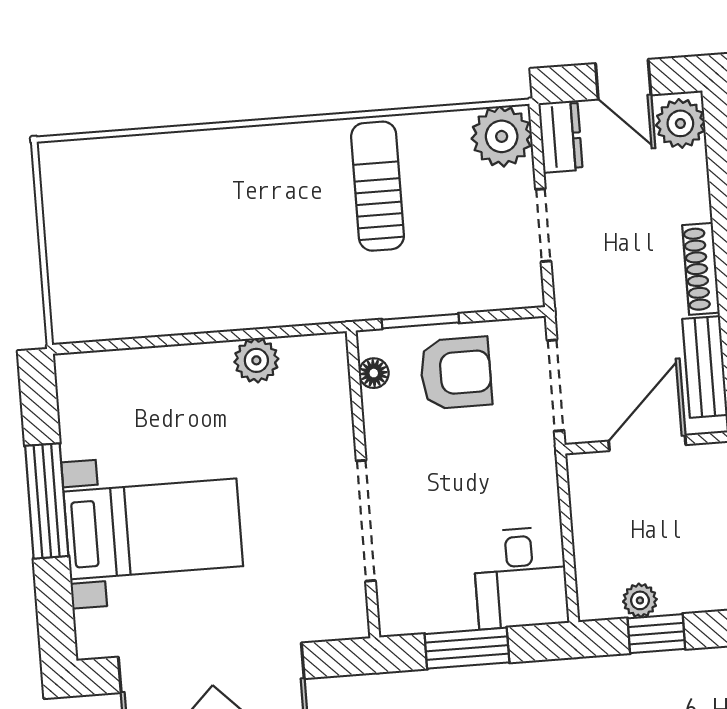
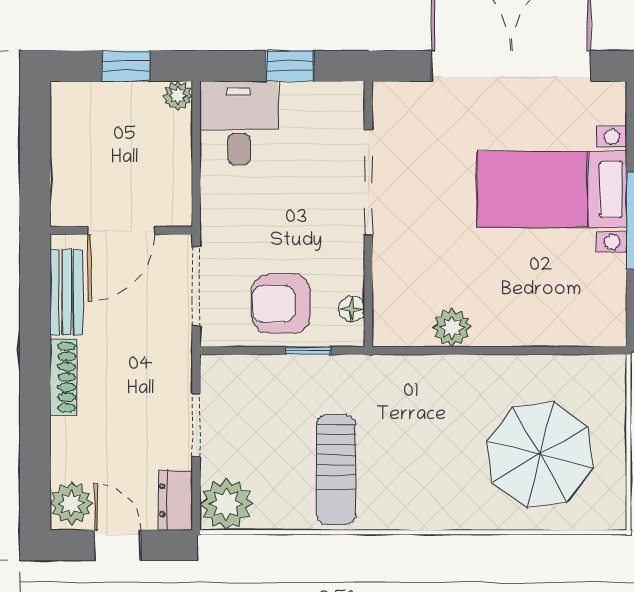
parasol: (143, 221) -> (540, 455), added
window: (420, 321) -> (308, 351), width x0.67
plant: (640, 600) -> (178, 96), moved
window: (467, 648) -> (290, 66), width x0.67

